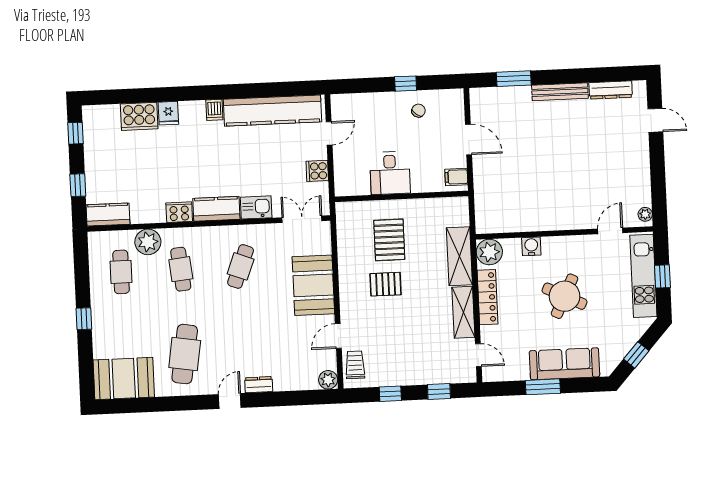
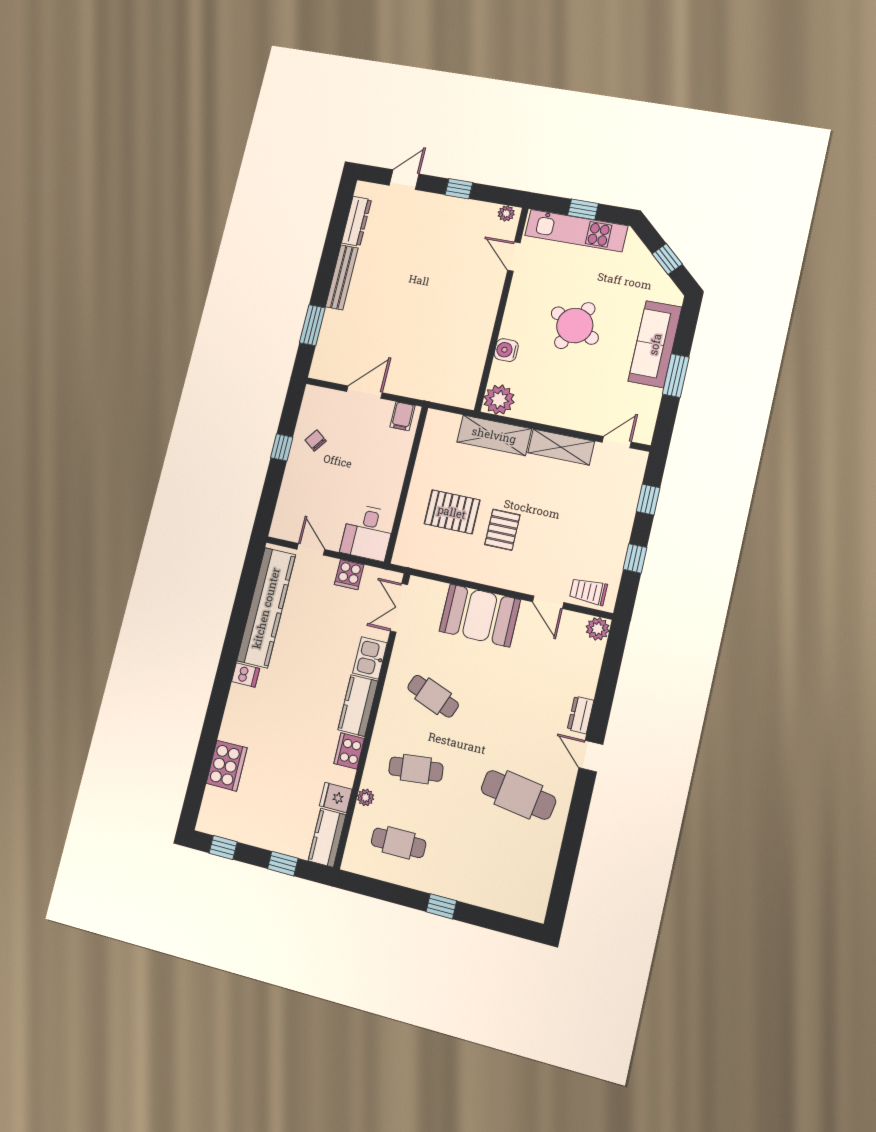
fridge: (168, 113) -> (336, 798), moved, turned 180
window: (658, 169) -> (459, 189), added
desk: (390, 173) -> (368, 533), moved, turned 90
plant: (148, 242) -> (366, 797), width x0.53, depth x0.53
locker: (488, 297) -> (551, 415), removed
booth: (124, 379) -> (527, 880), removed

